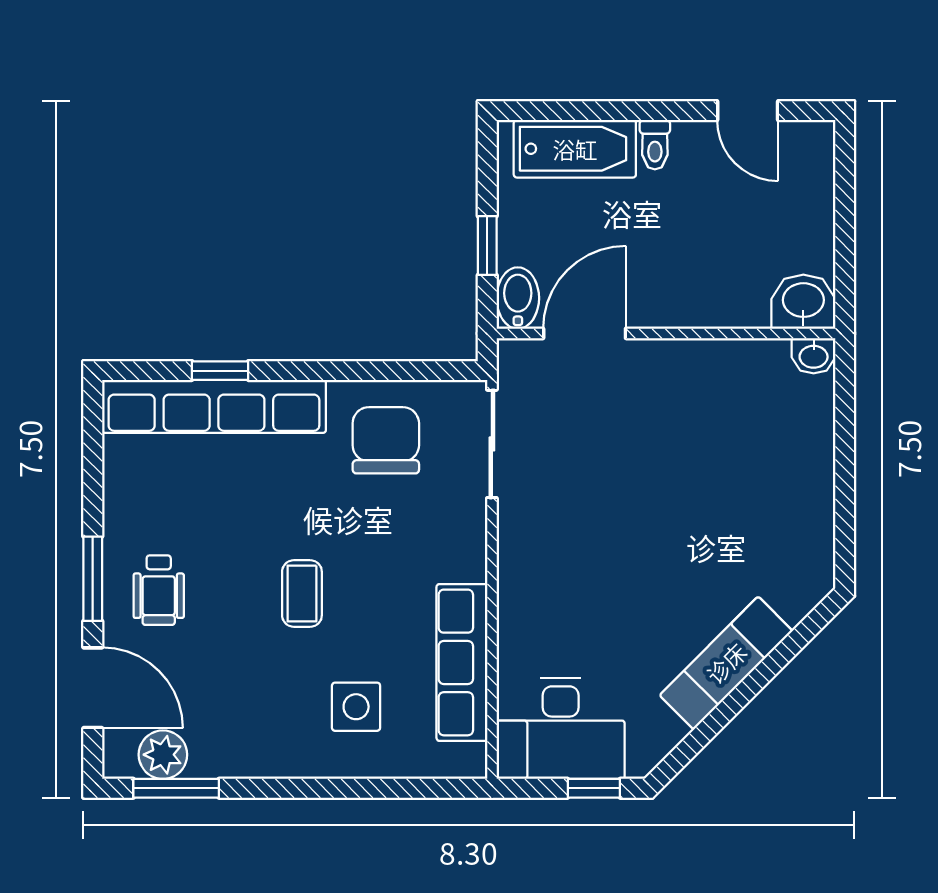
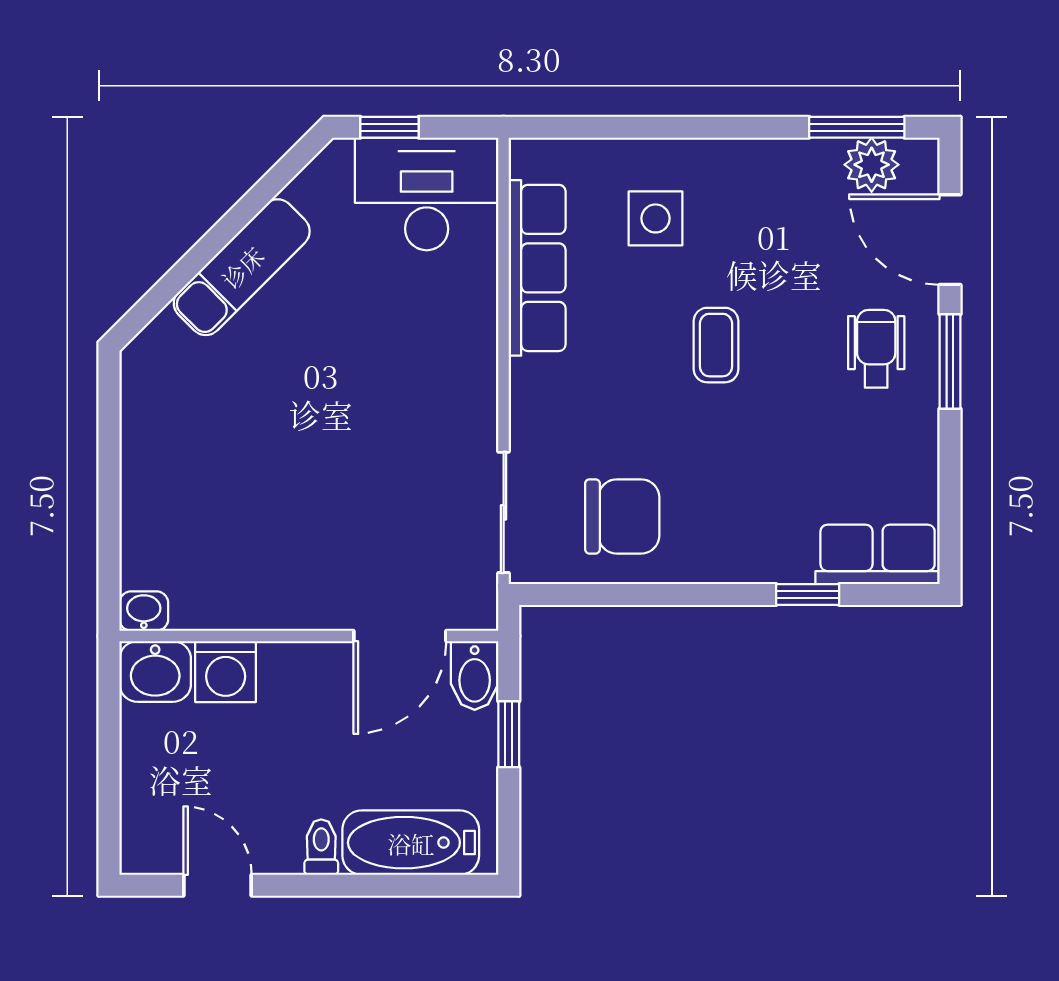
washing machine: (740, 302) -> (226, 672), added
row of seats: (214, 406) -> (878, 554), width x0.50
chair: (386, 440) -> (622, 516), turned -90

